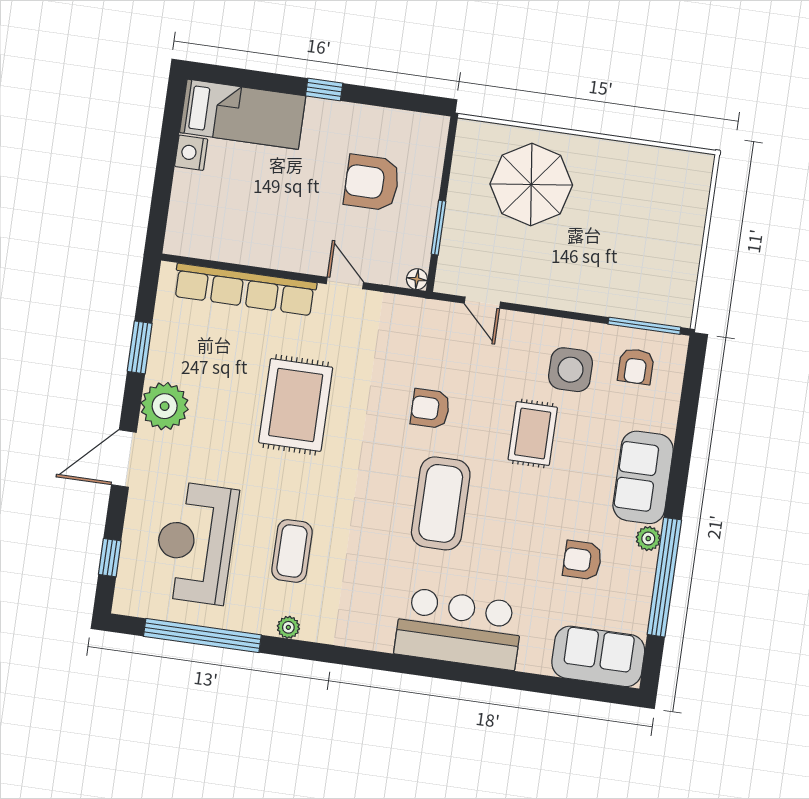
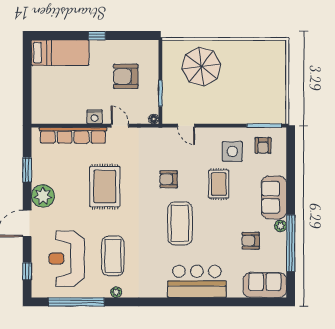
nightstand: (191, 153) -> (95, 117), moved, turned -90
coffee table: (292, 551) -> (113, 256), width x1.36, depth x1.32

